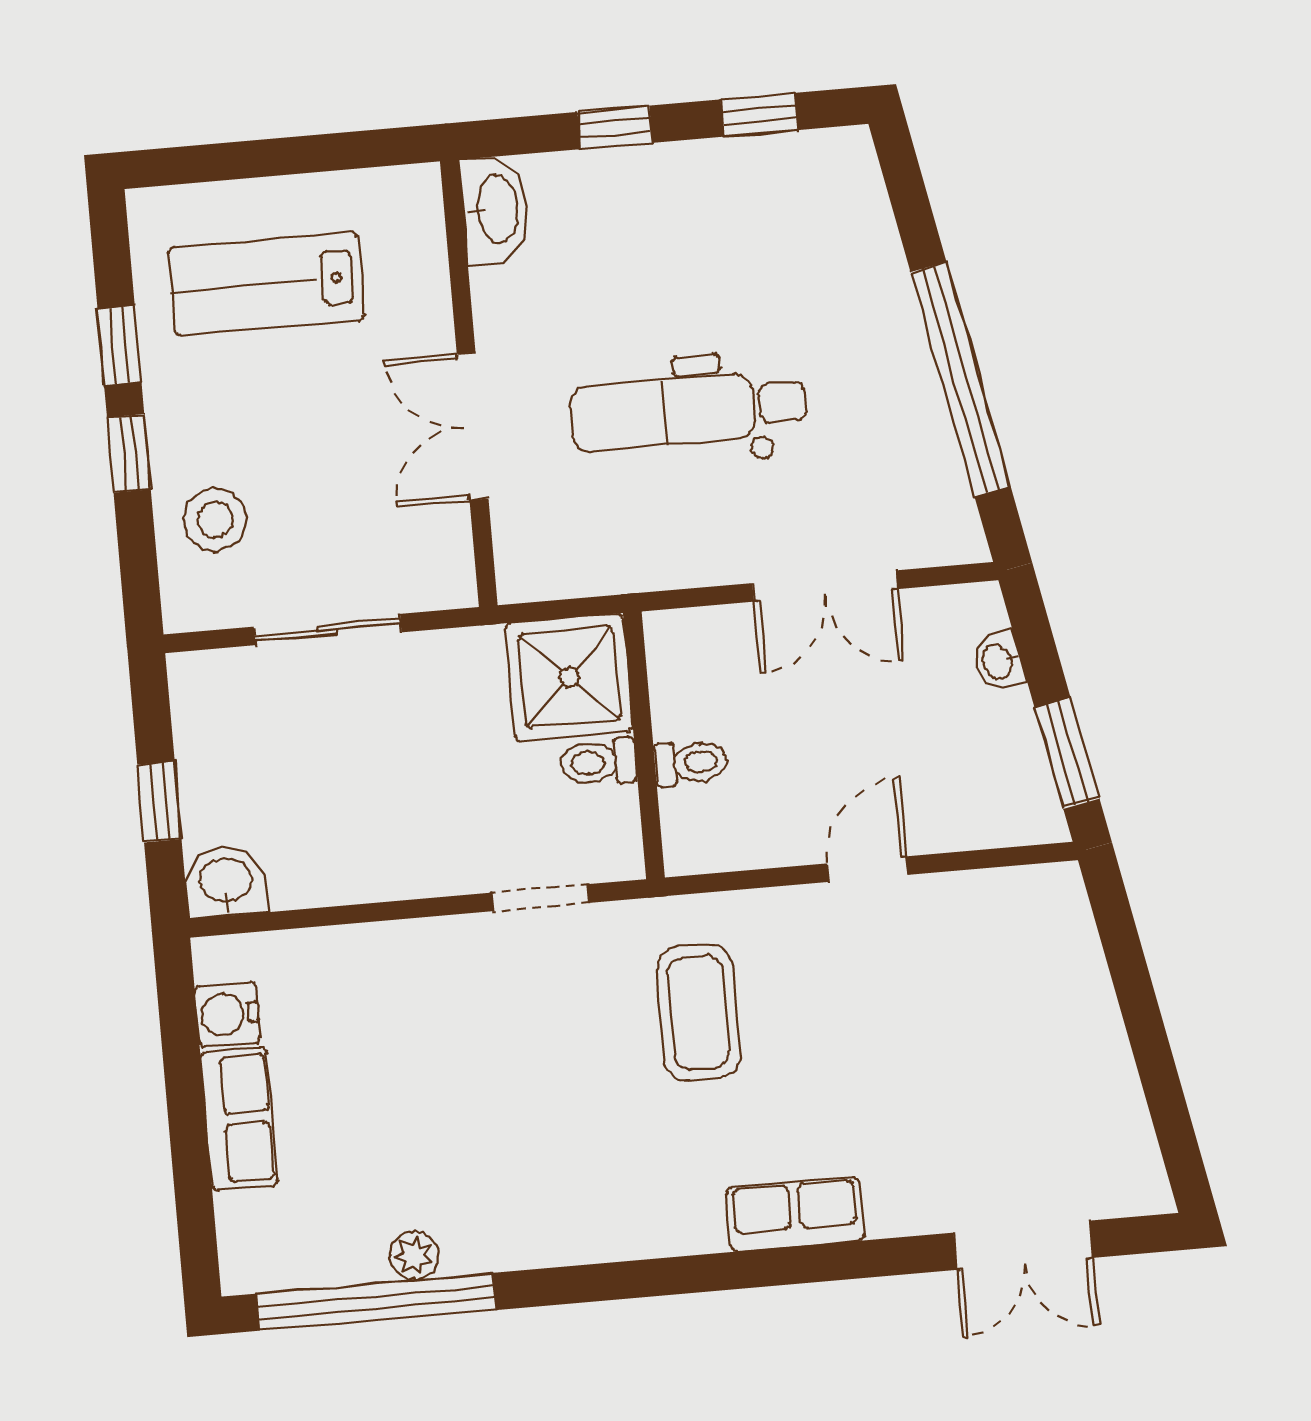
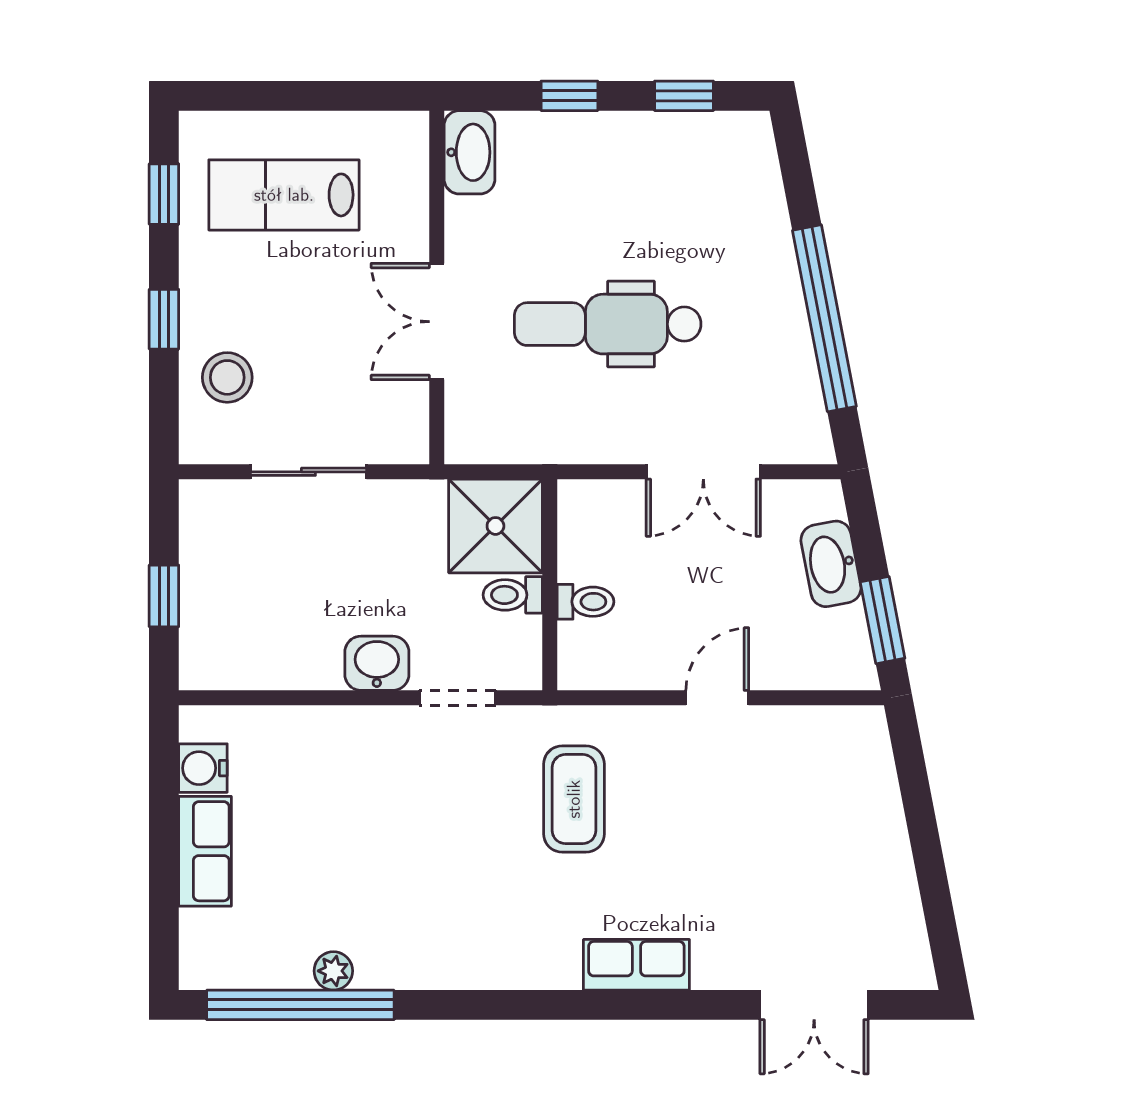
window: (119, 345) -> (164, 194), moved
washbasin: (999, 661) -> (831, 564), width x1.91, depth x1.45
washbasin: (226, 881) -> (377, 663), moved

